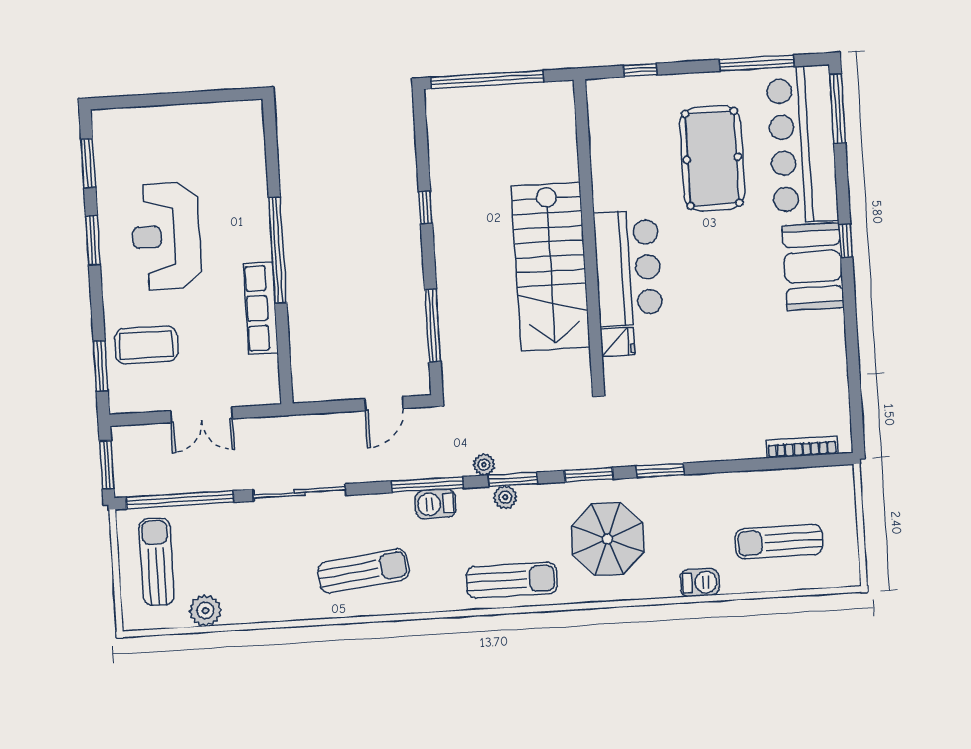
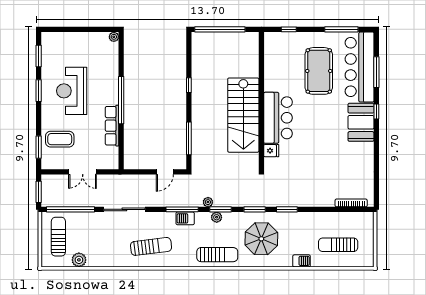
window: (838, 109) -> (376, 72), moved
plant: (252, 110) -> (114, 37), added

